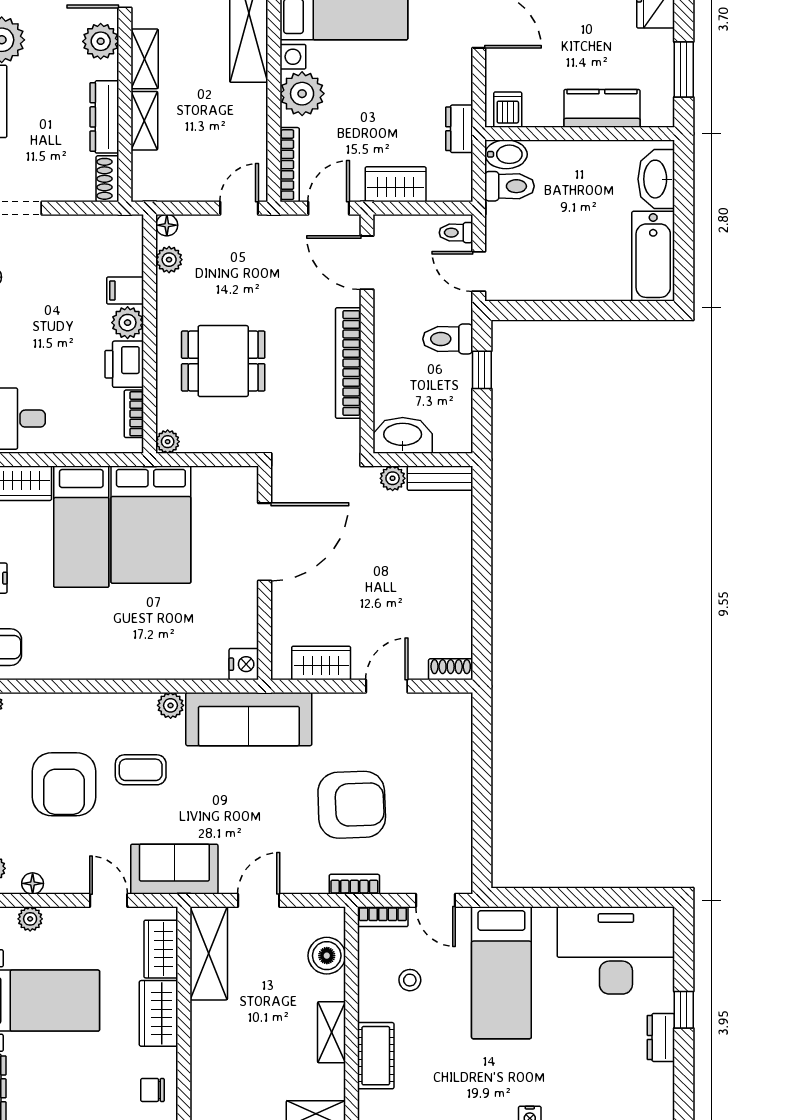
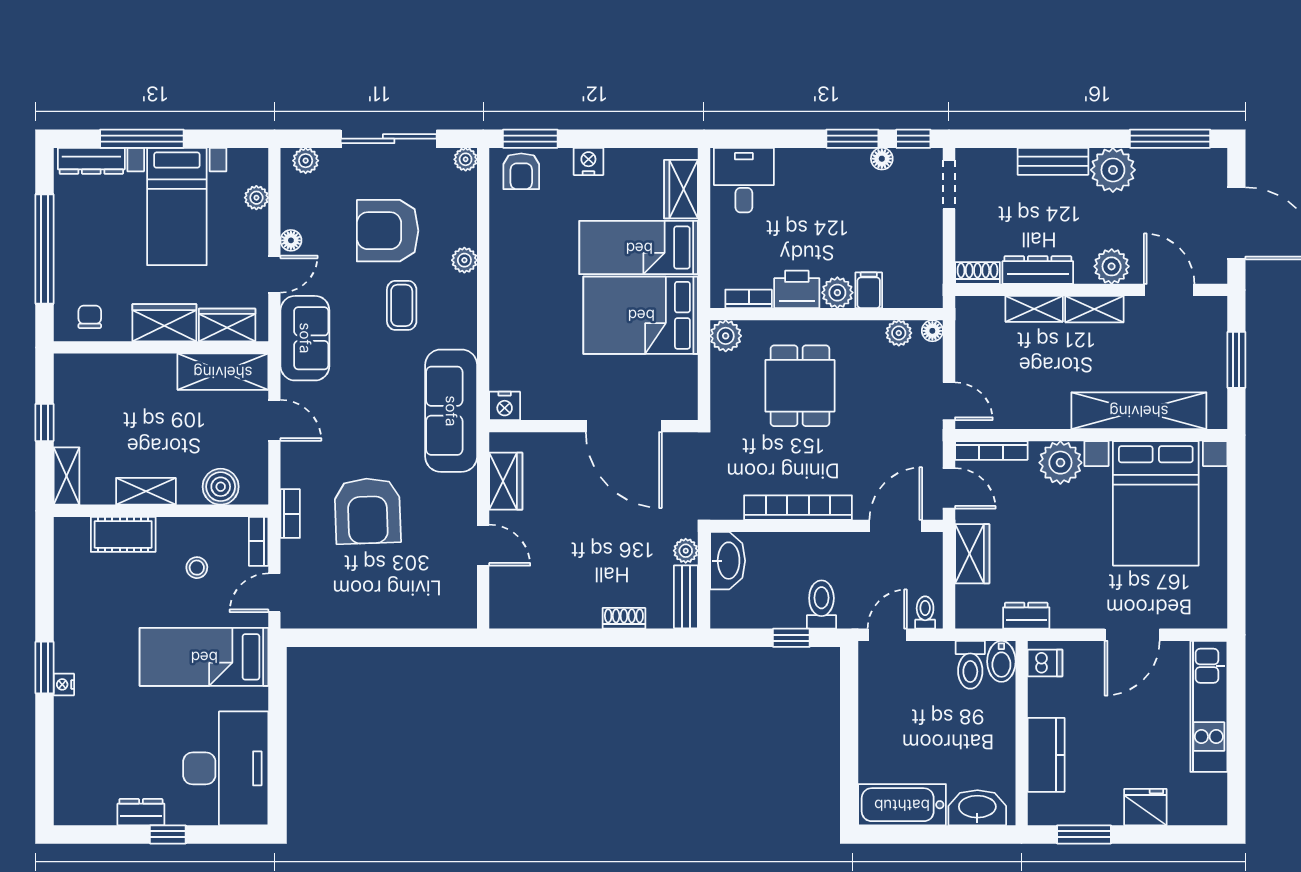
plant: (168, 442) -> (726, 336), width x1.38, depth x1.38
shoe rack: (451, 669) -> (624, 618), moved, turned -90
plant: (171, 705) -> (464, 260), moved
floor lamp: (33, 883) -> (291, 240), moved

